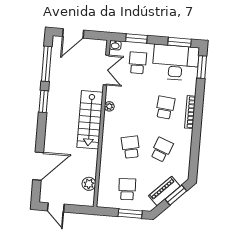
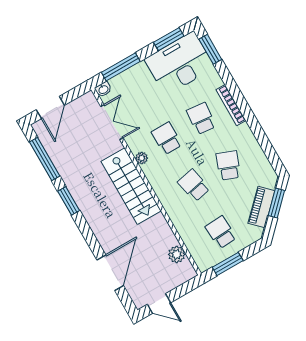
window: (136, 39) -> (121, 67), width x1.44
school desk: (138, 63) -> (167, 138), moved
window: (130, 214) -> (228, 264), moved

